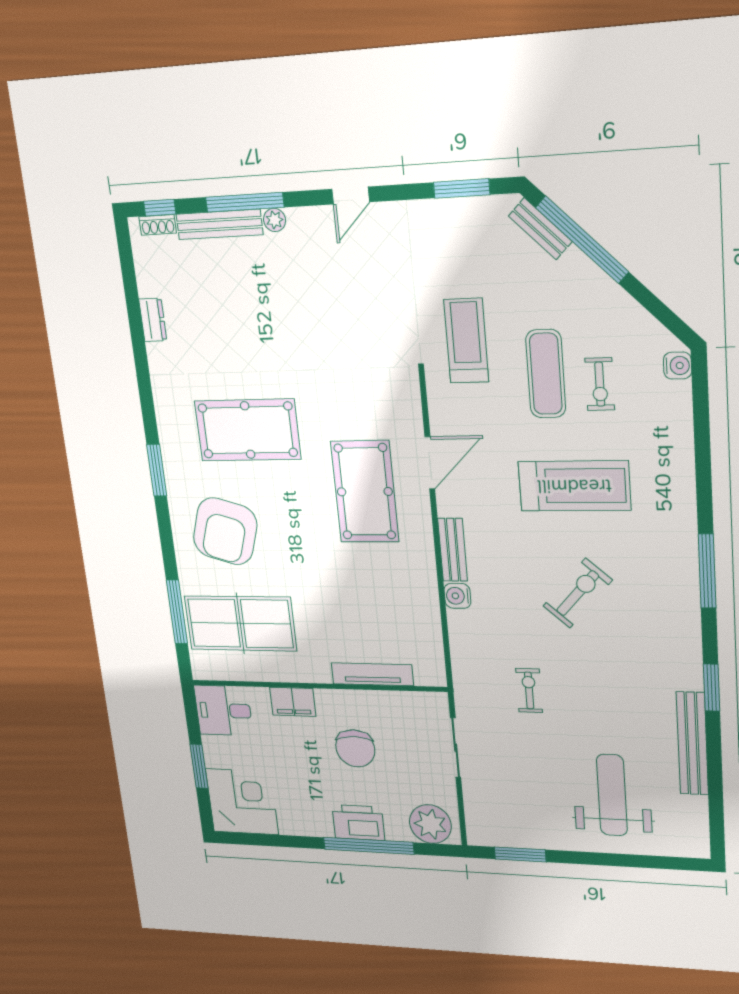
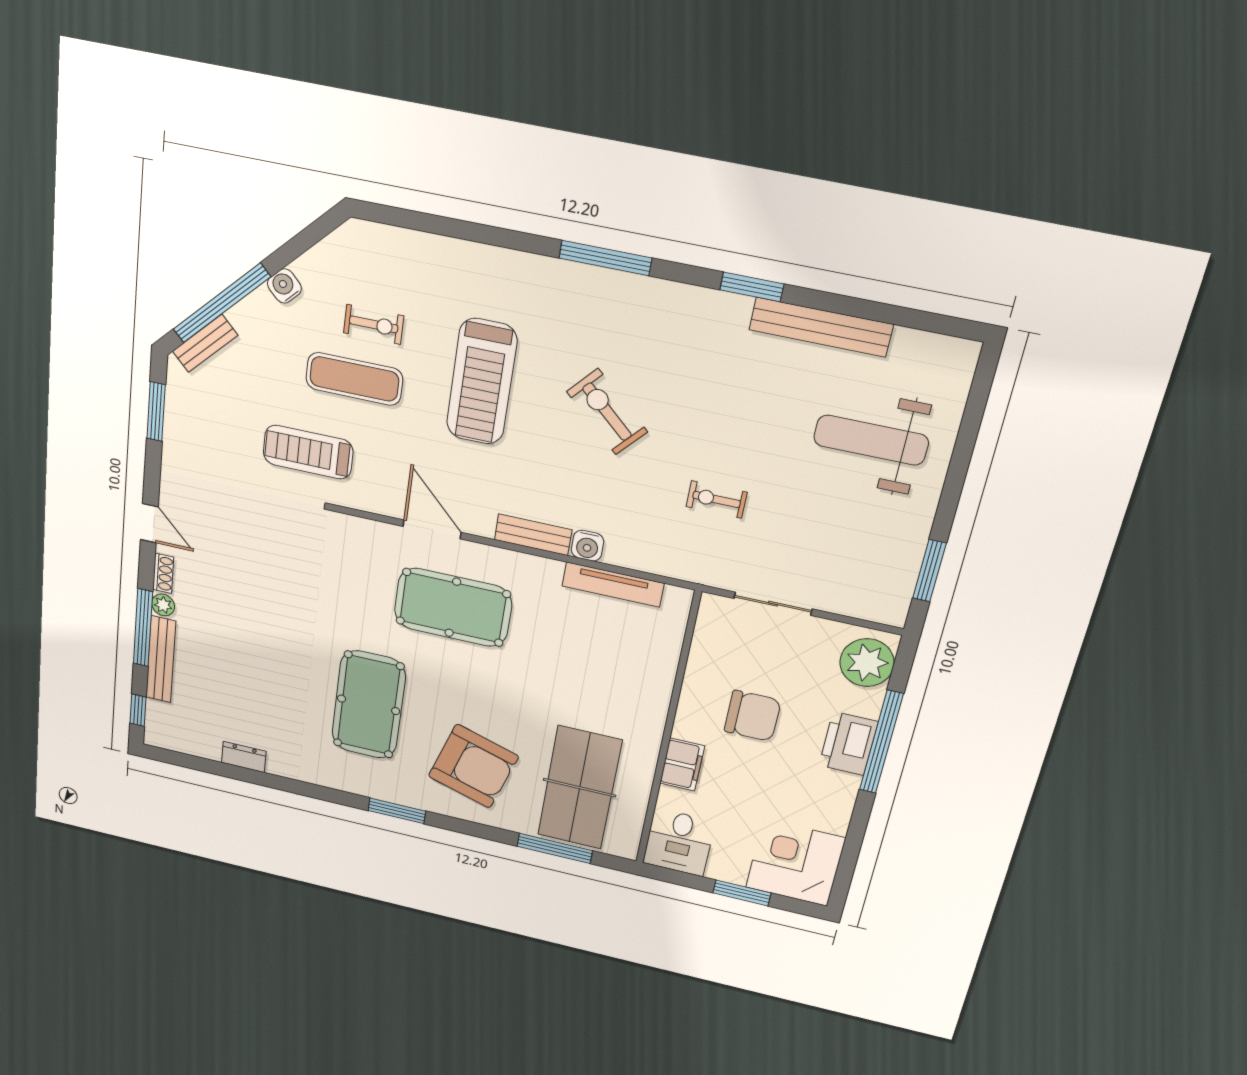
shoe rack: (158, 225) -> (163, 573), moved
water cooler: (678, 366) -> (284, 286), moved, turned -45
treadmill: (574, 486) -> (482, 382), turned 180
tv unit: (372, 674) -> (613, 585), moved, turned -90

